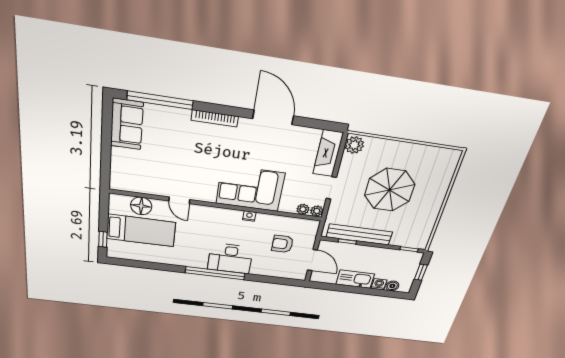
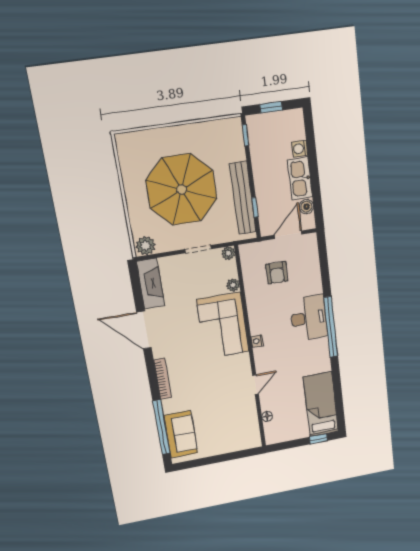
door: (273, 117) -> (144, 330), hinge flipped
sofa: (127, 124) -> (181, 434), moved, turned 90
fireplace: (328, 153) -> (151, 284), moved, turned -90
parasol: (390, 190) -> (182, 190), width x1.36, depth x1.36
floor lamp: (141, 206) -> (267, 416), width x0.53, depth x0.53
plant: (303, 209) -> (233, 285), moved
nightstand: (249, 216) -> (257, 341), moved
bed: (141, 231) -> (321, 404), moved
boiler: (392, 286) -> (306, 207), moved

